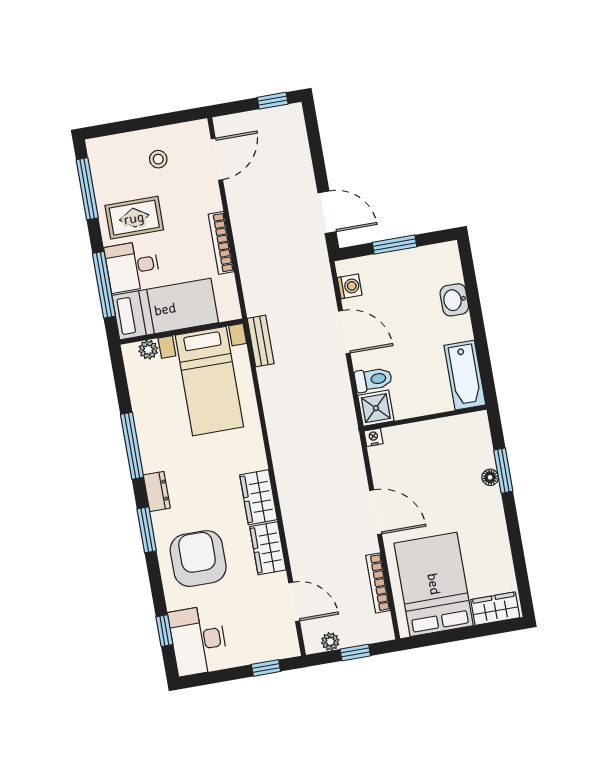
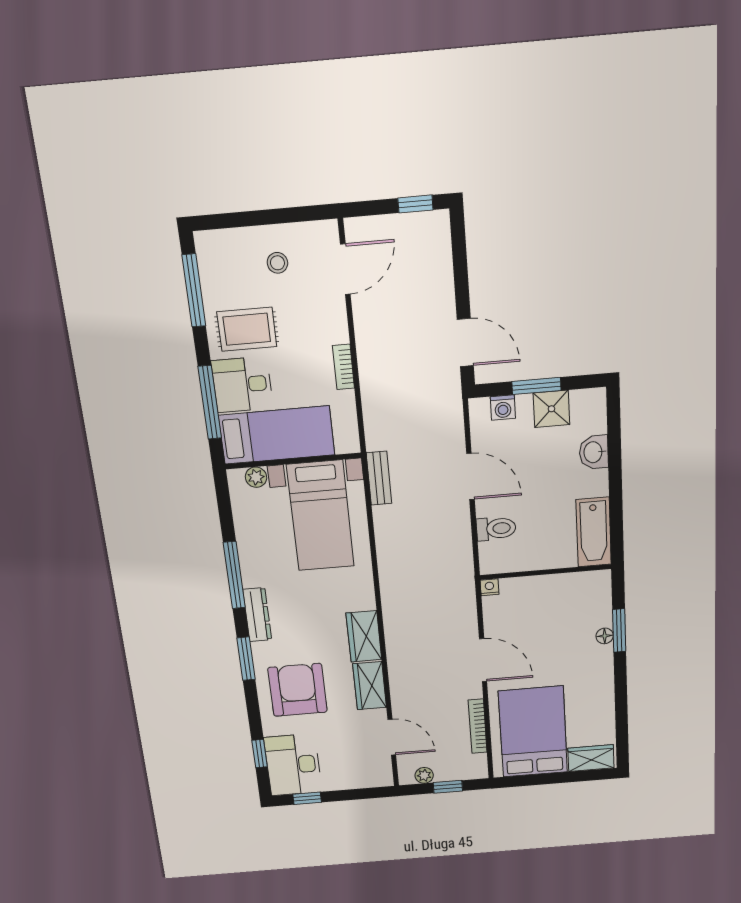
bookcase: (221, 243) -> (343, 367), width x0.64
washing machine: (350, 286) -> (503, 407), moved, turned 90
shower: (376, 408) -> (551, 409), moved
dresser: (157, 492) -> (257, 615), width x1.44
window: (266, 668) -> (307, 798), moved

